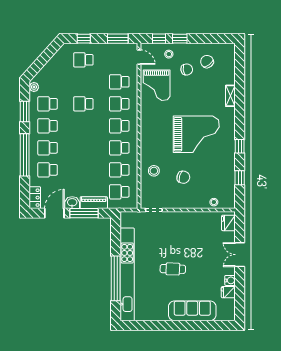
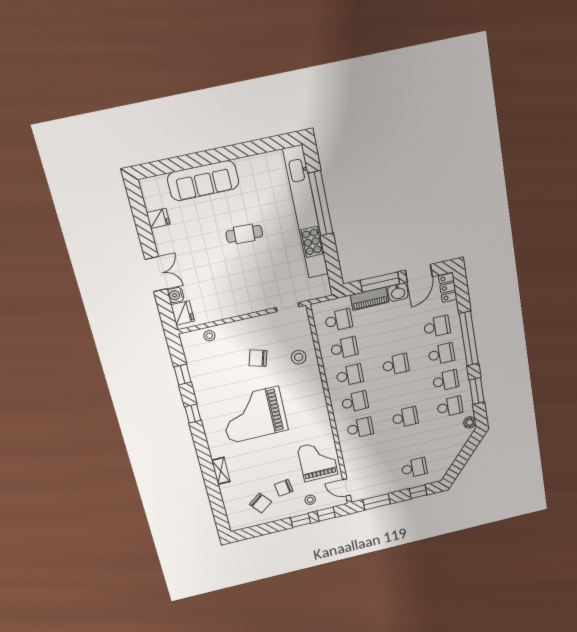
school desk: (119, 82) -> (396, 365), moved
water cooler: (230, 280) -> (176, 295), moved

